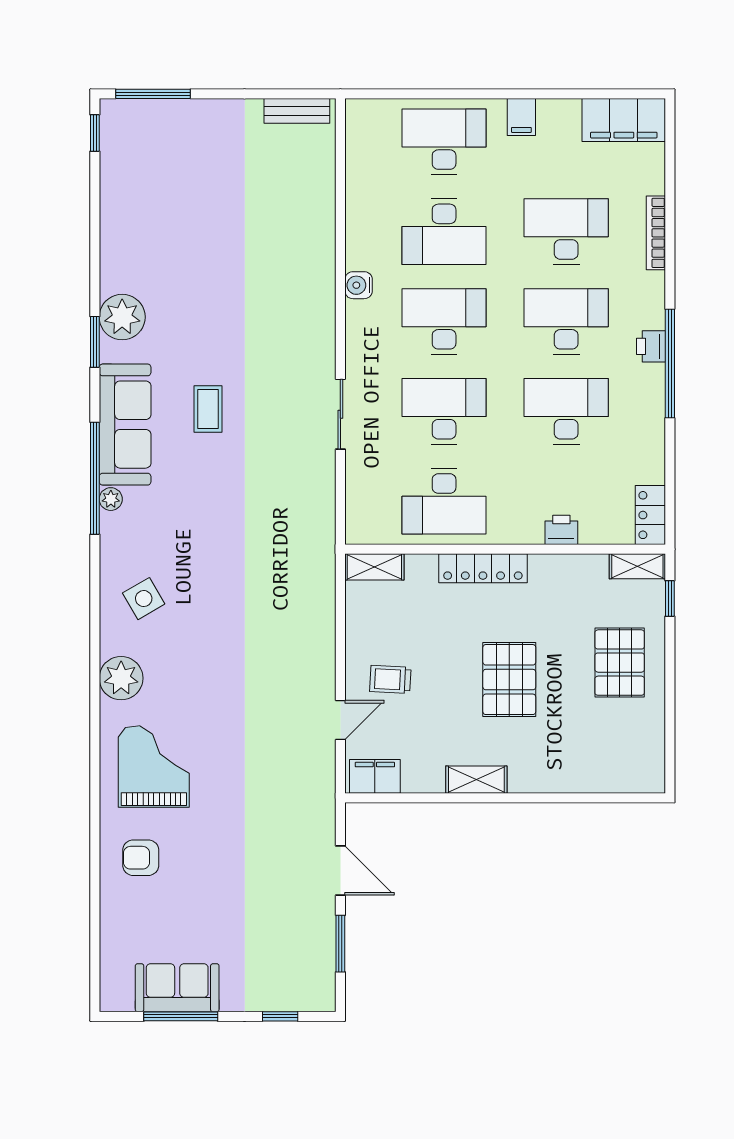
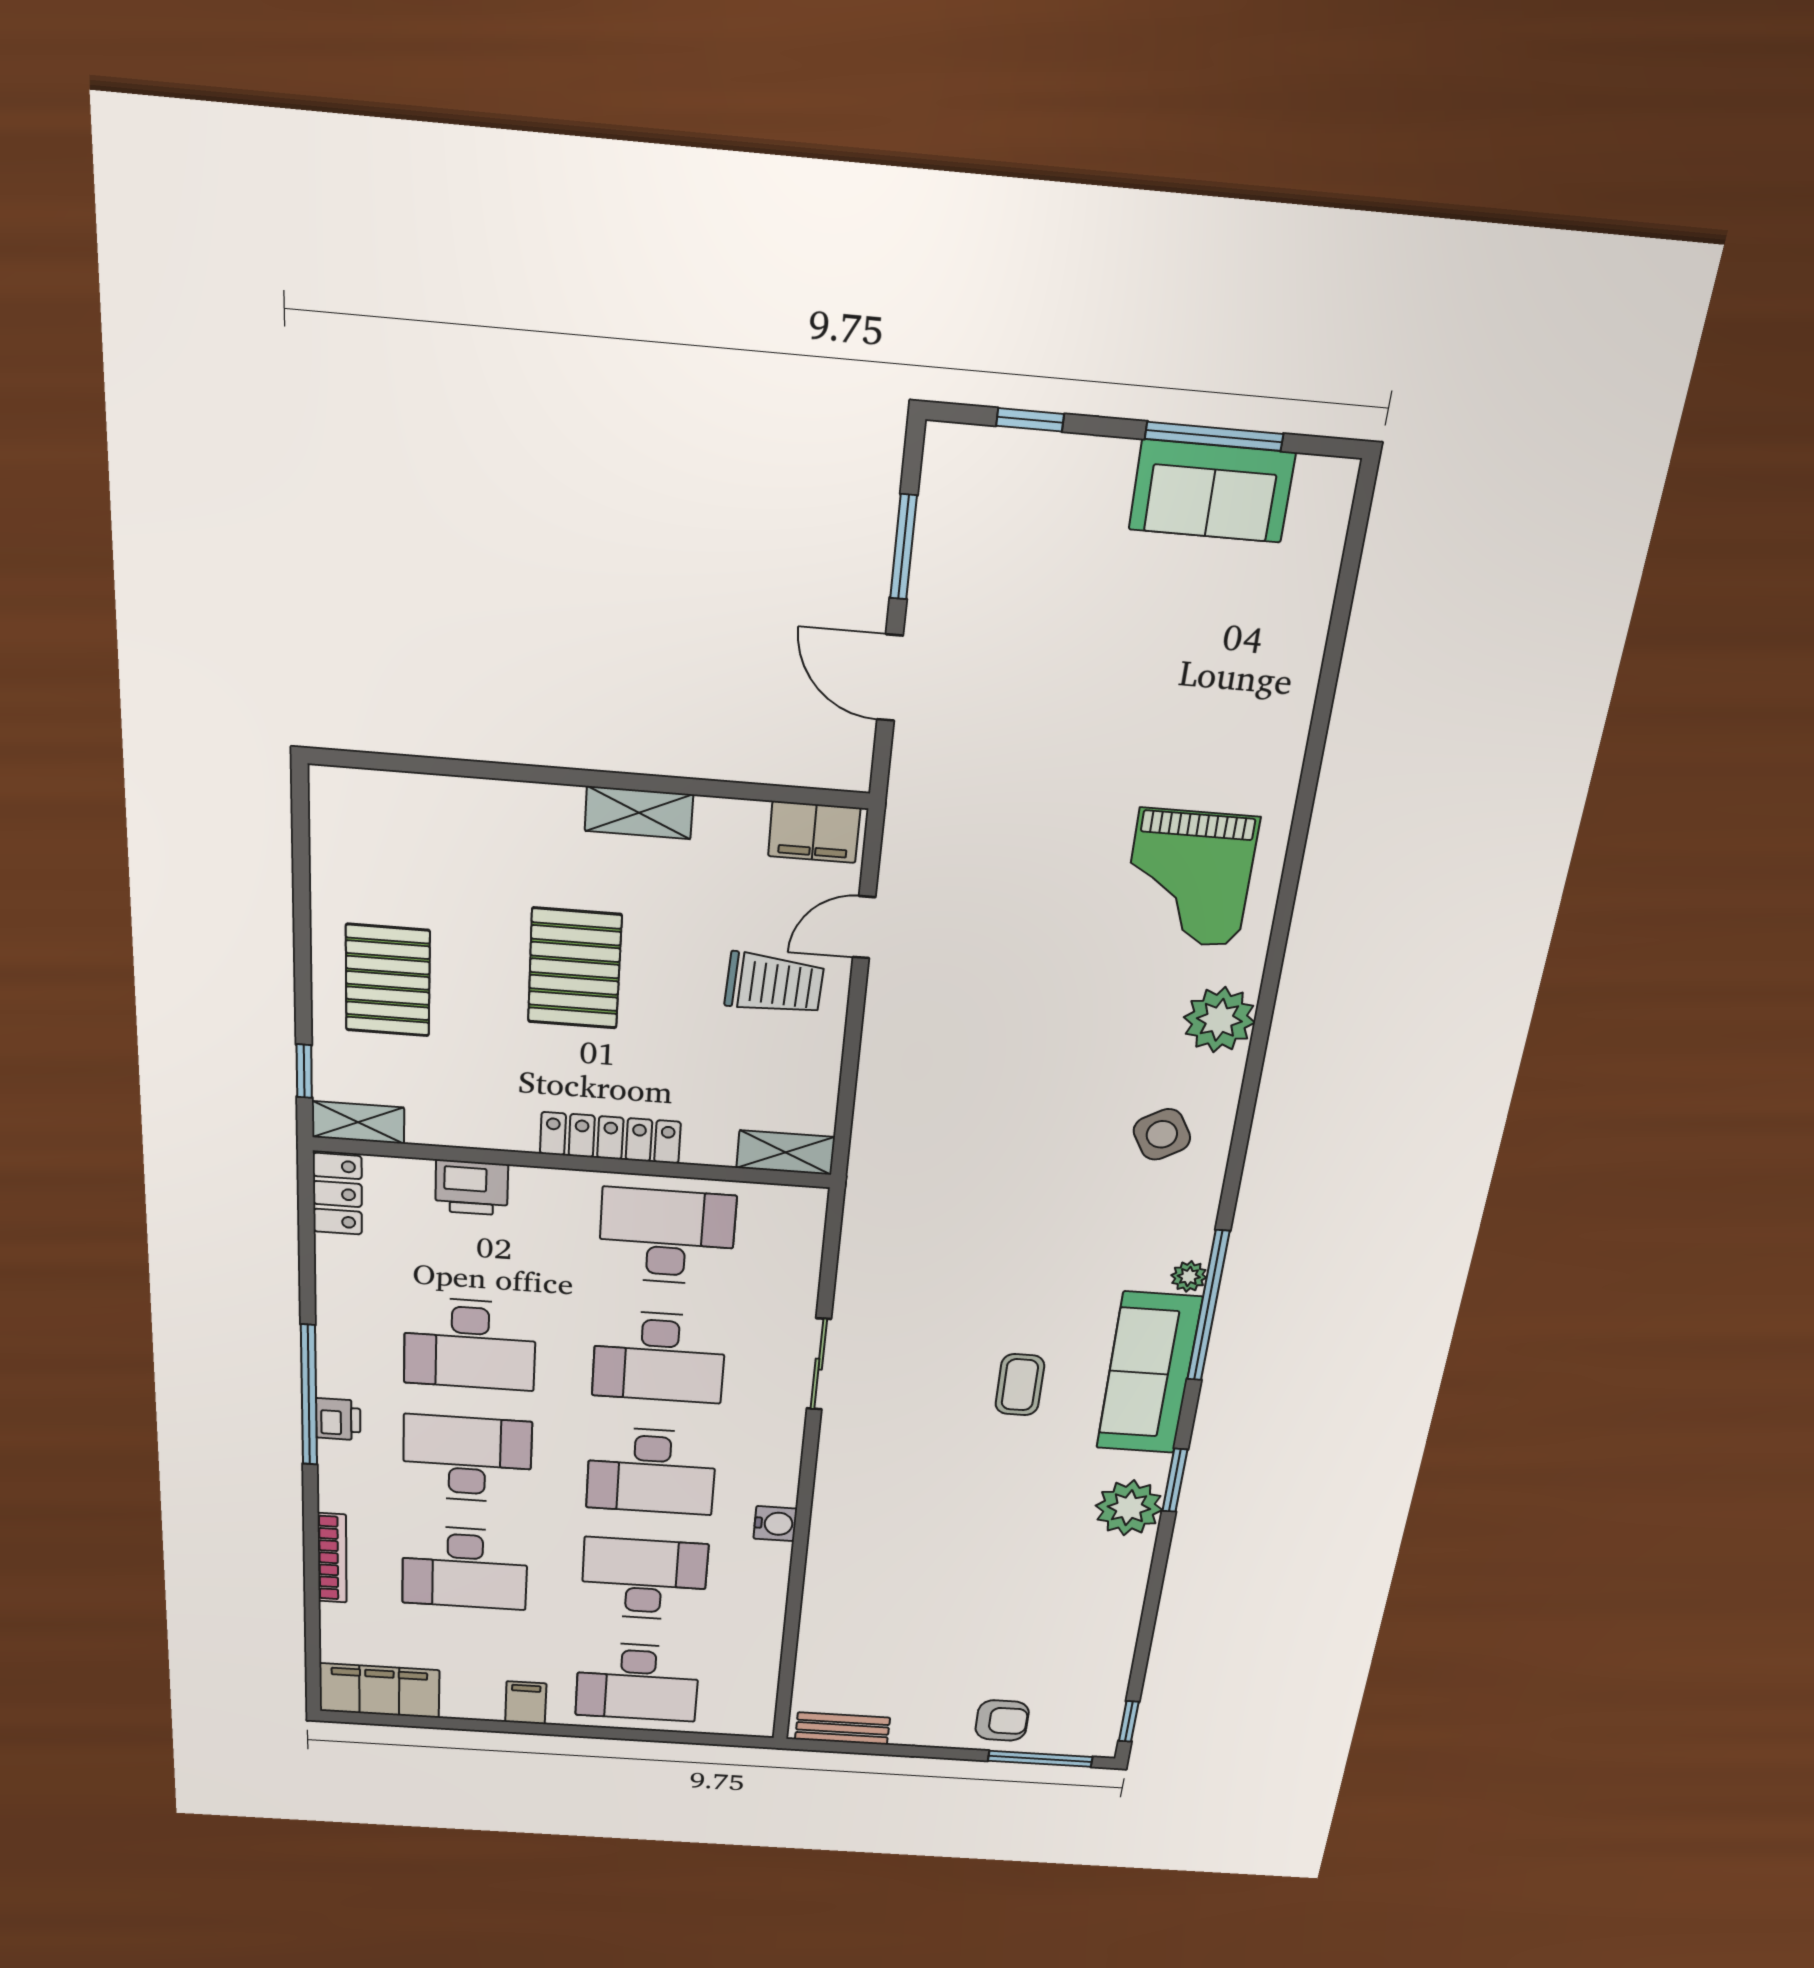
desk: (566, 322) -> (467, 1459), turned 180
printer: (561, 530) -> (472, 1188), width x1.36, depth x1.24
trolley: (390, 679) -> (774, 984), width x1.36, depth x1.39
armchair: (141, 858) -> (1002, 1720), moved

